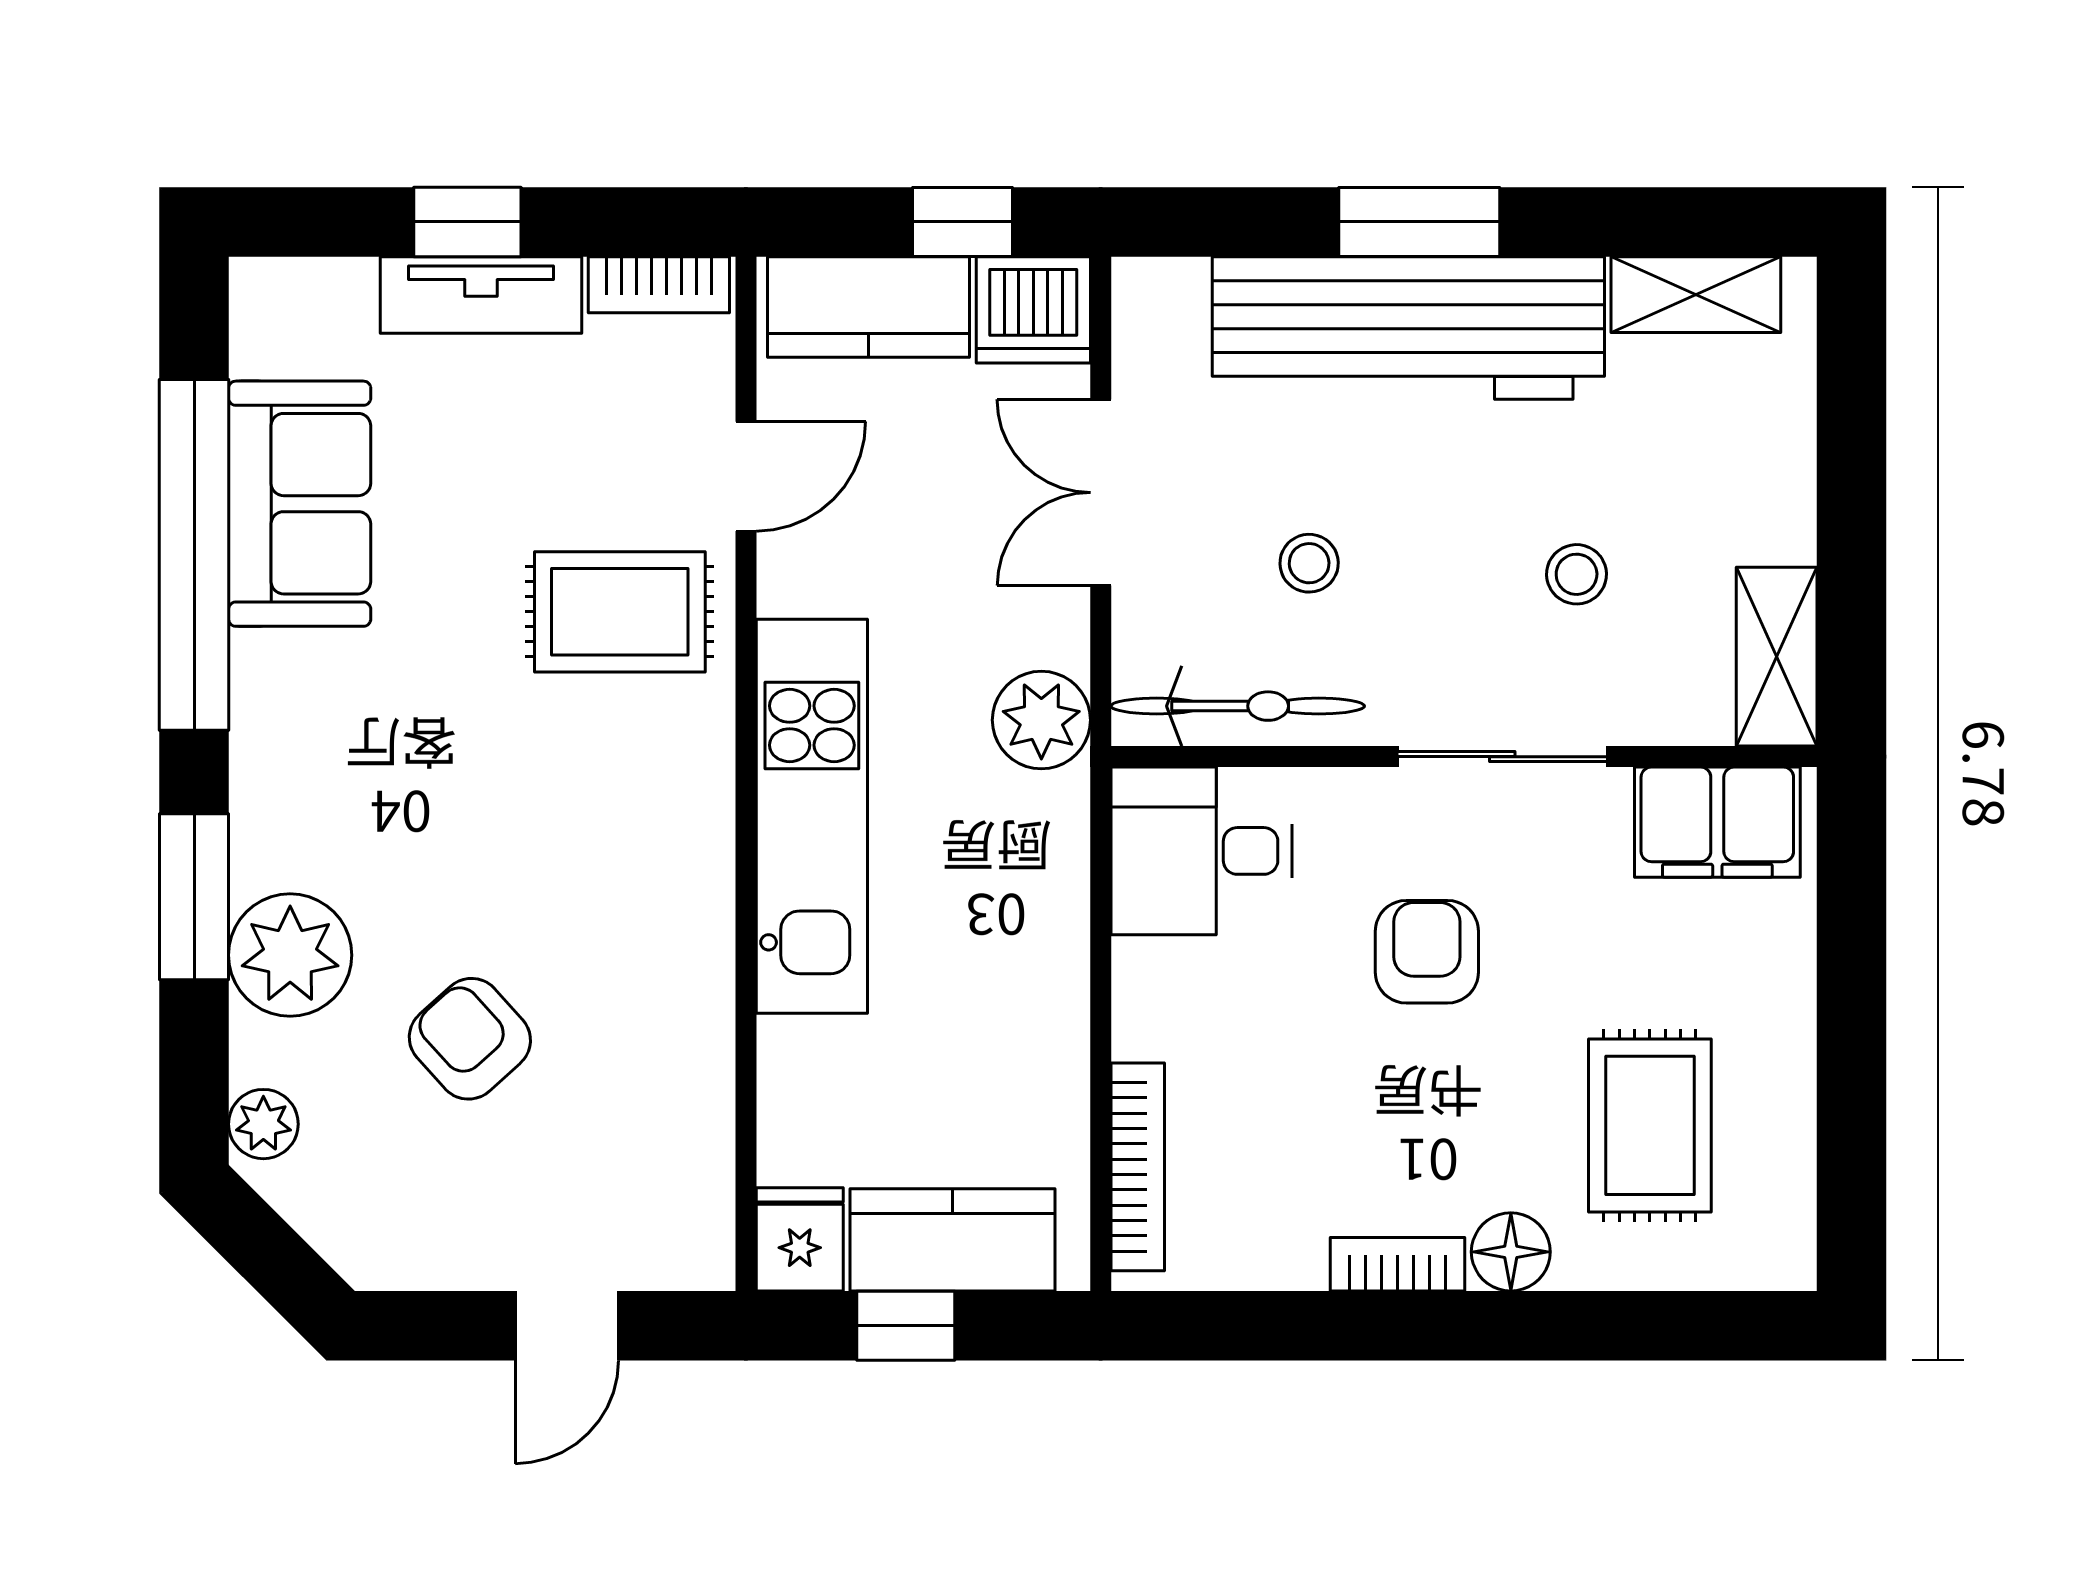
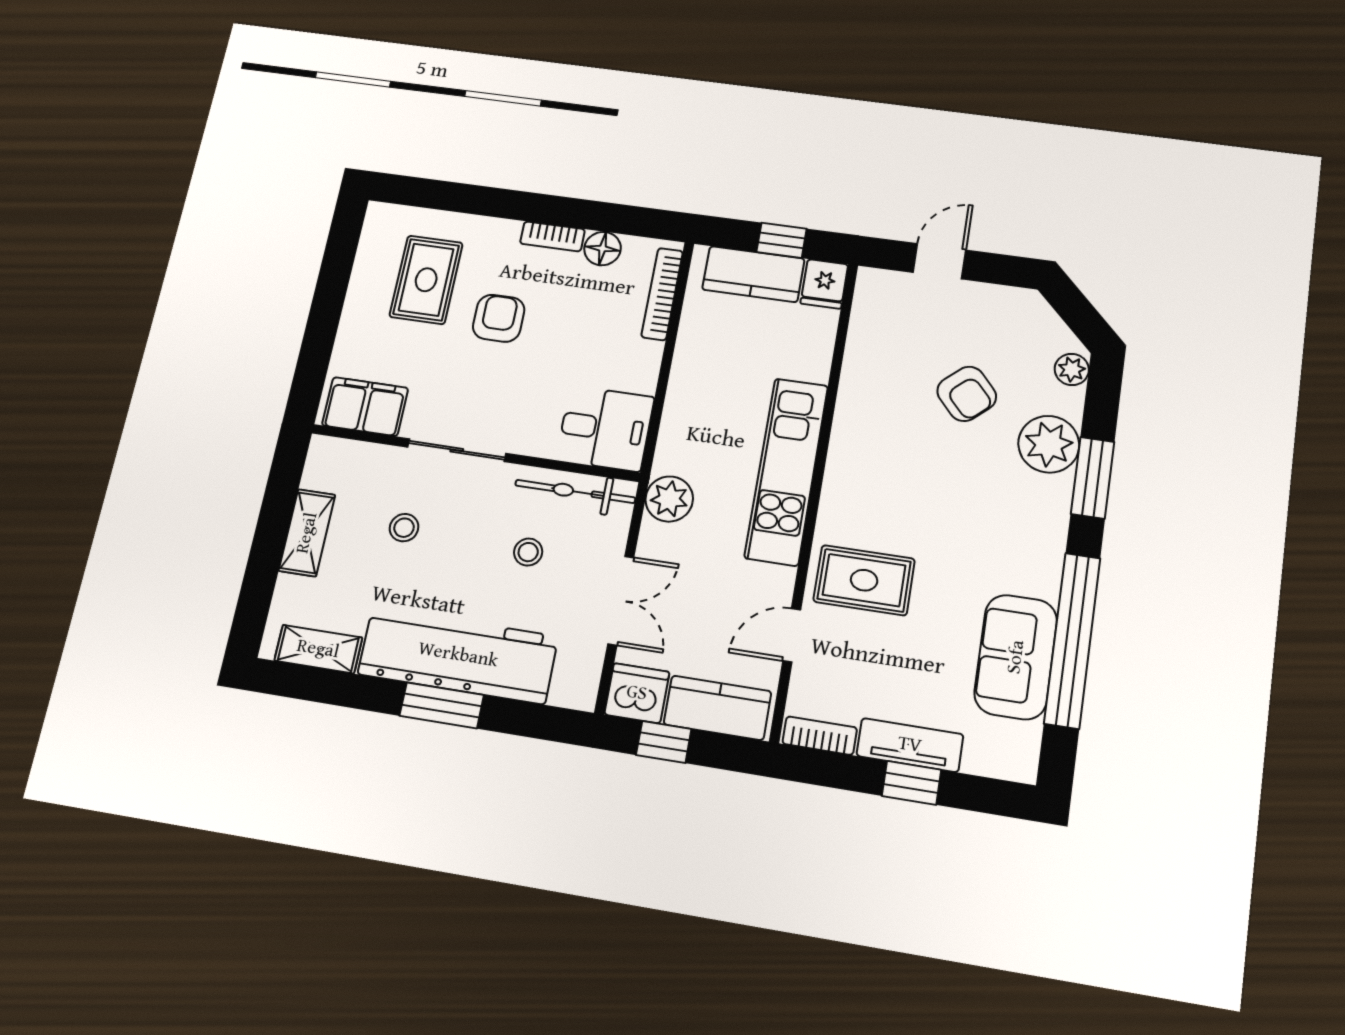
shelving: (1777, 657) -> (307, 533), moved
armchair: (1427, 952) -> (499, 318), moved, turned 180
floor lamp: (1511, 1252) -> (603, 249), moved

